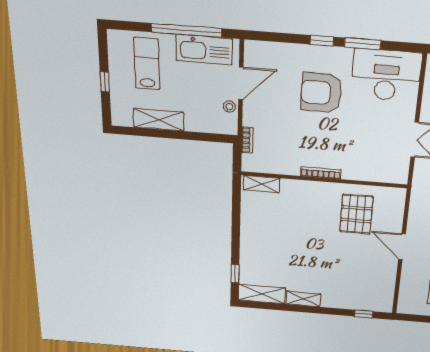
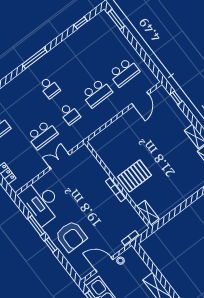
armchair: (321, 93) -> (71, 236), moved
pallet: (356, 214) -> (135, 176), moved
door: (402, 247) -> (140, 99), moved

